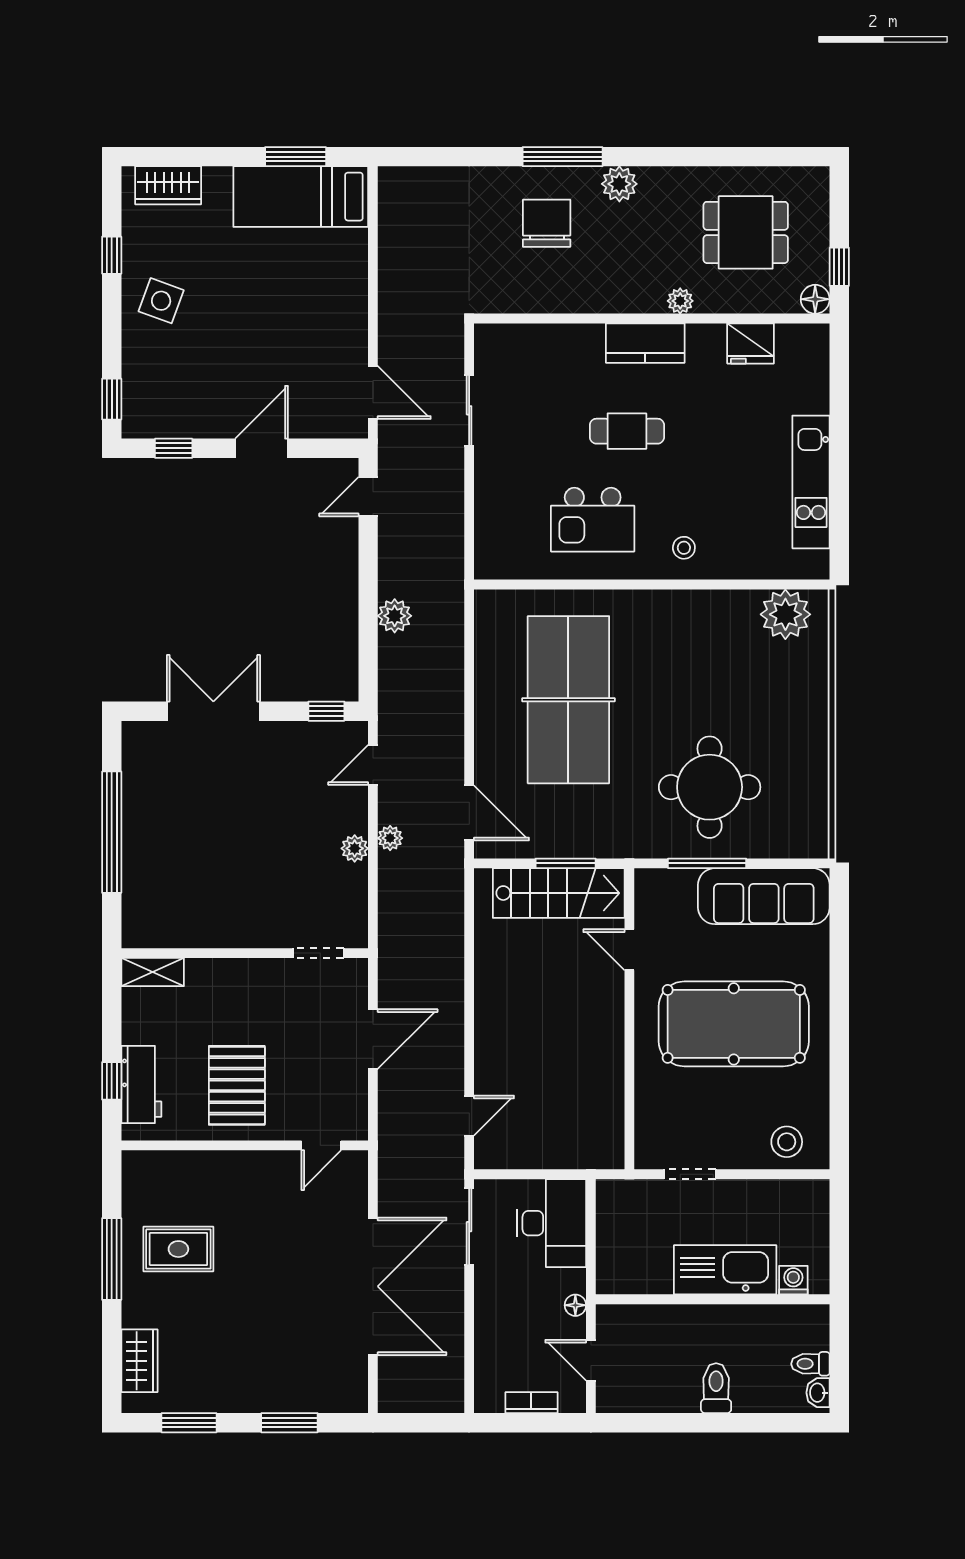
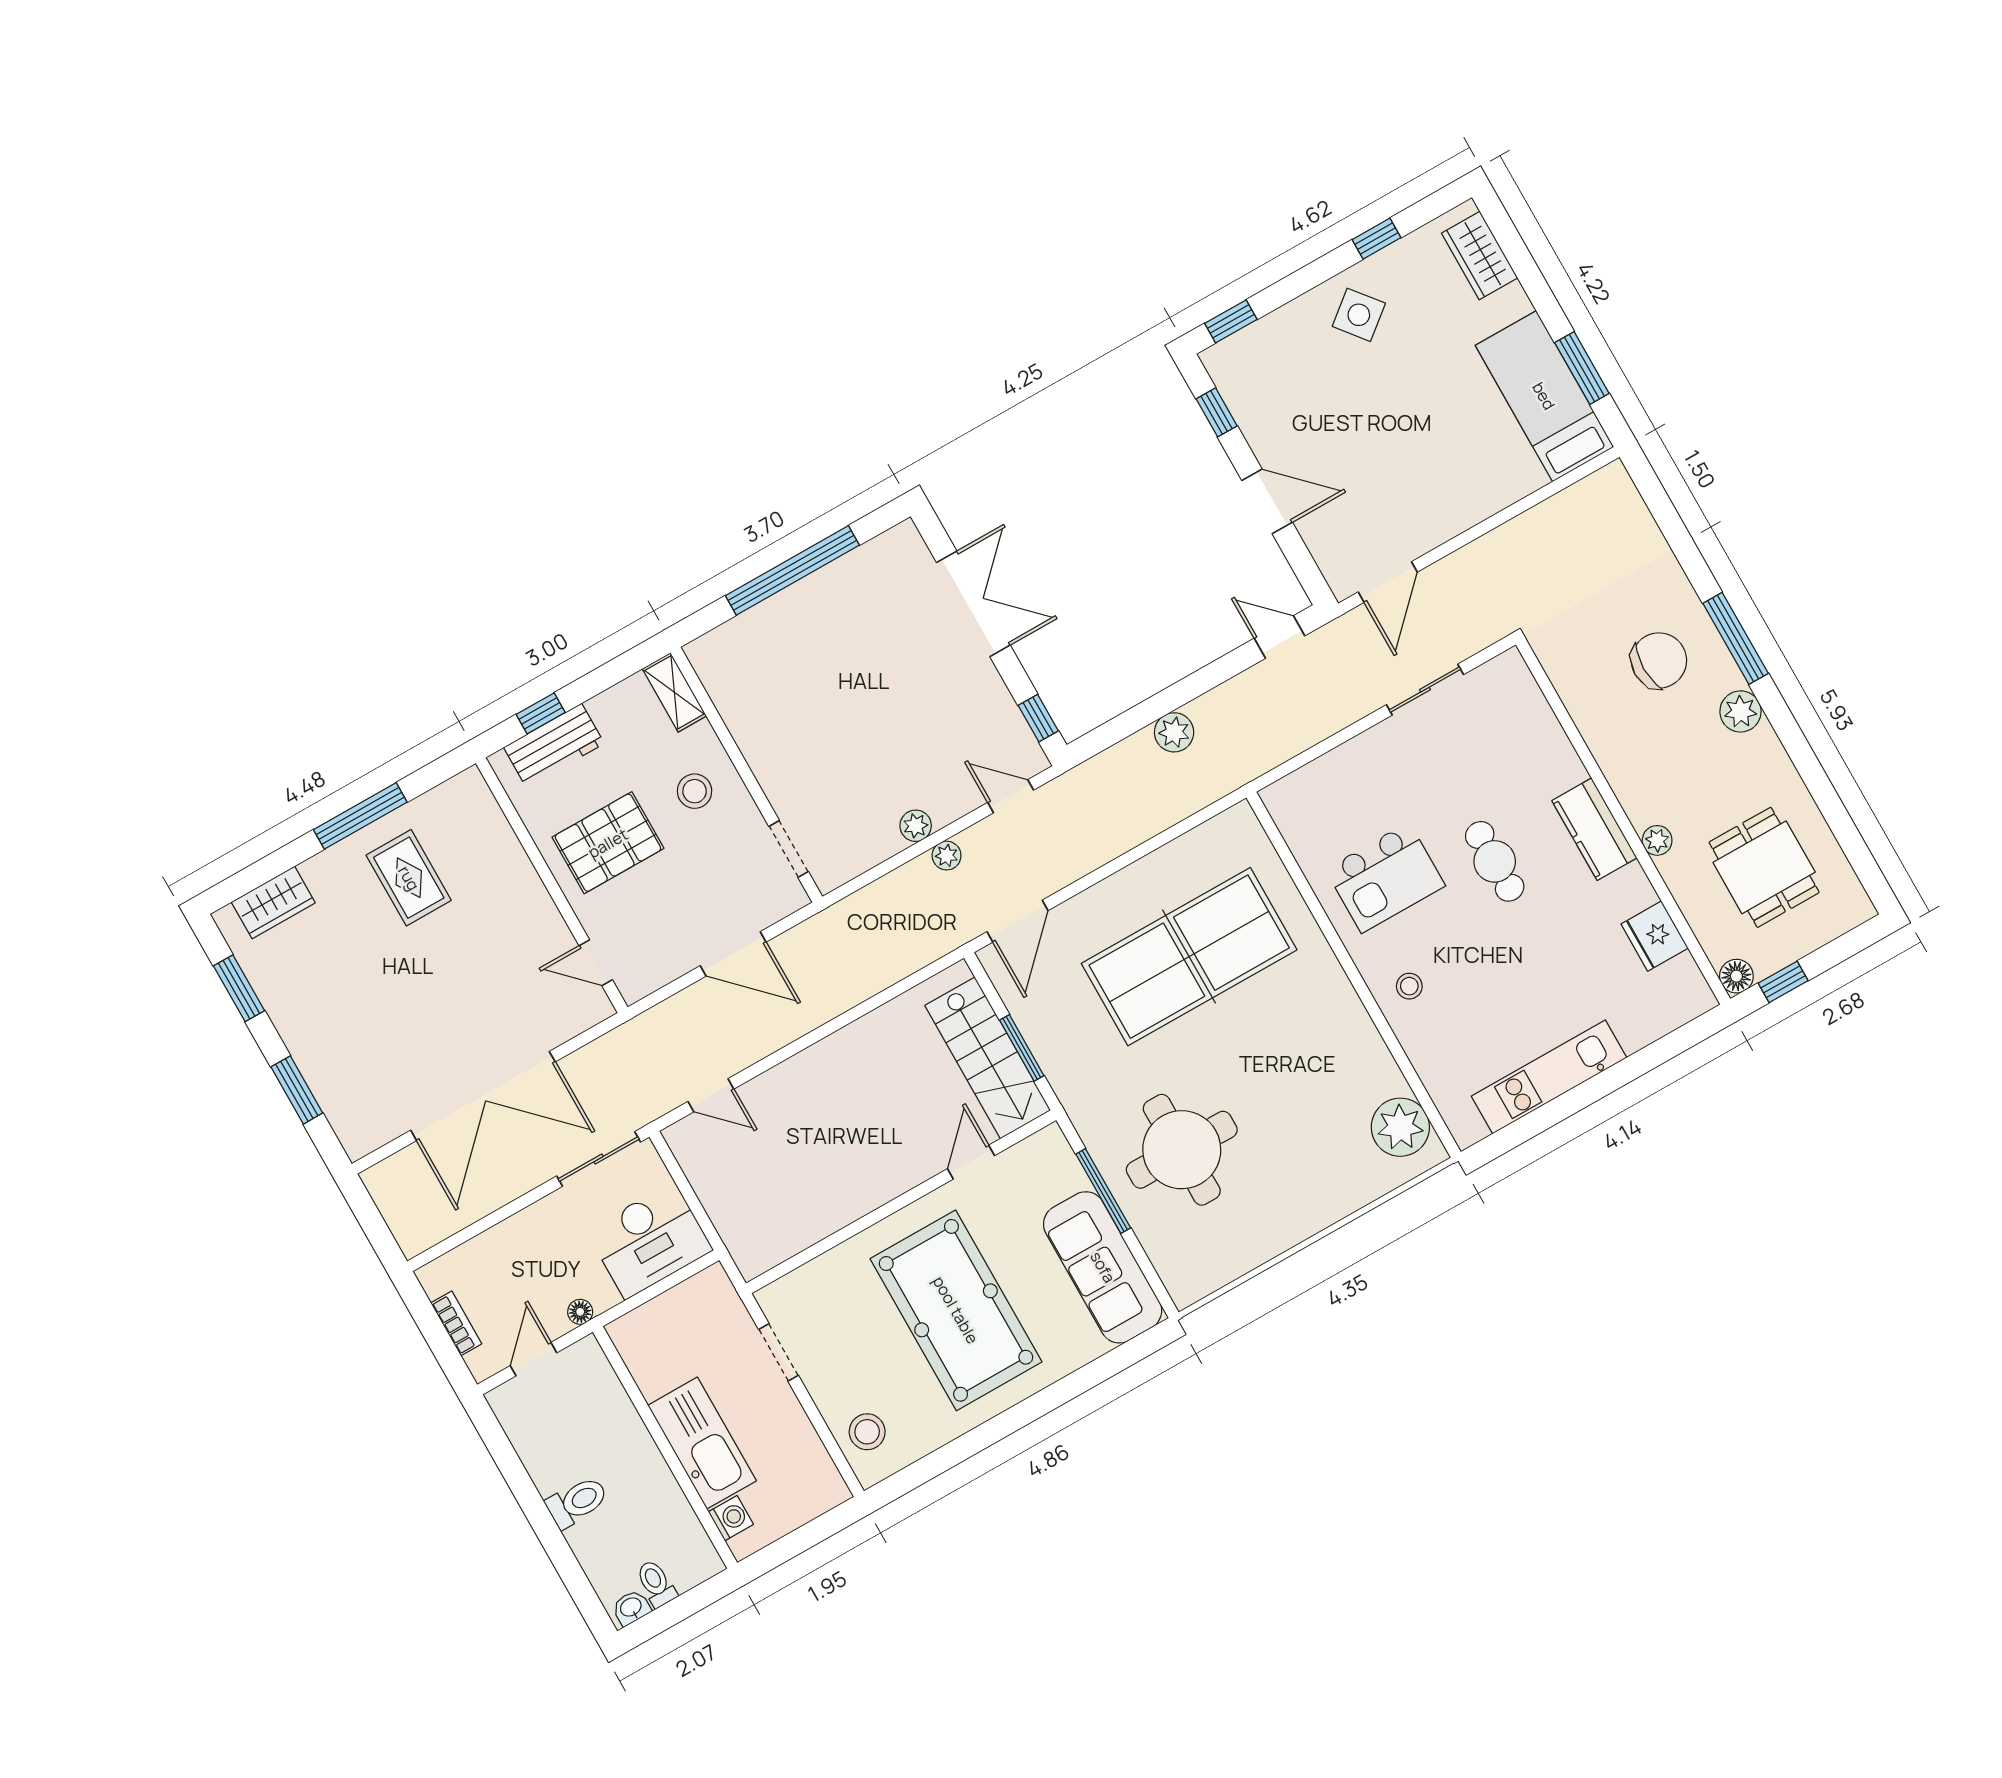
side table: (161, 301) -> (1359, 315), turned 31
kitchen island: (593, 520) -> (1385, 878), turned -90
stool: (235, 999) -> (695, 791), added

